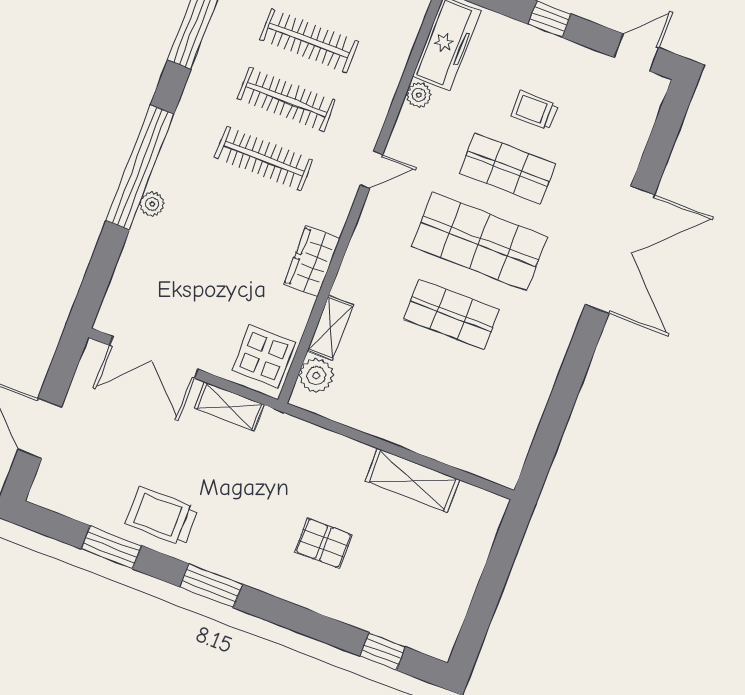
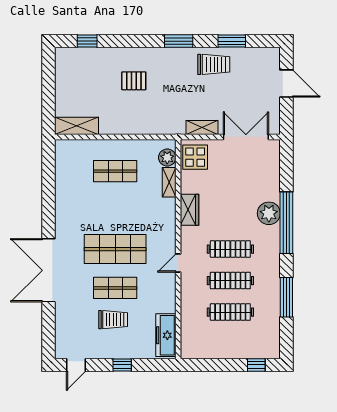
plant: (419, 95) -> (170, 306), removed
trolley: (534, 110) -> (113, 320), width x1.36, depth x1.39
plant: (152, 204) -> (269, 213), width x1.87, depth x1.87
shop shelf: (451, 314) -> (115, 171), moved
shelving: (413, 480) -> (76, 126), moved

